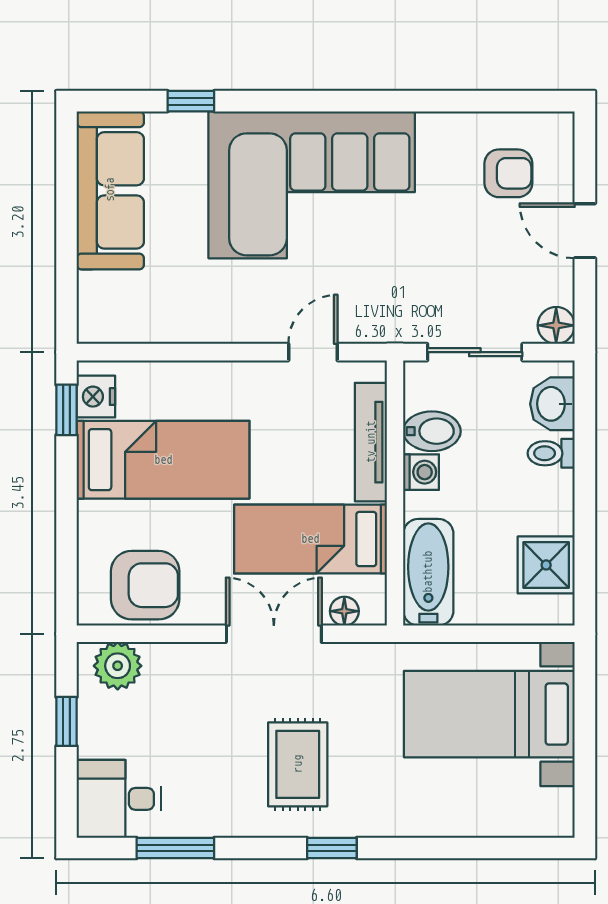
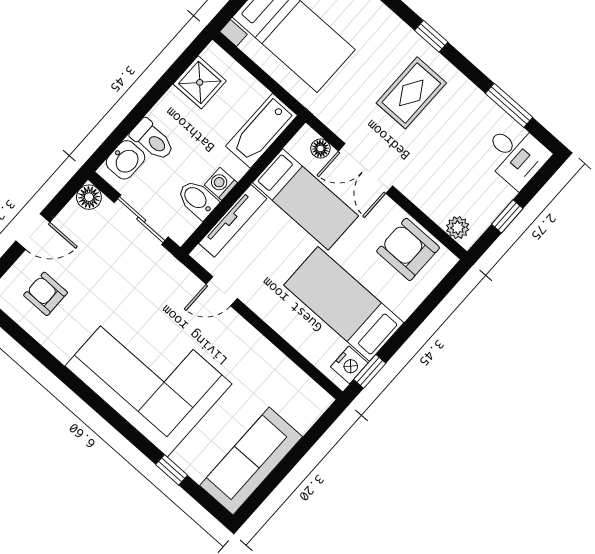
door: (585, 231) -> (33, 232), hinge flipped
toilet: (551, 453) -> (152, 140), width x1.37, depth x1.39
plant: (118, 666) -> (458, 228), width x0.73, depth x0.73

